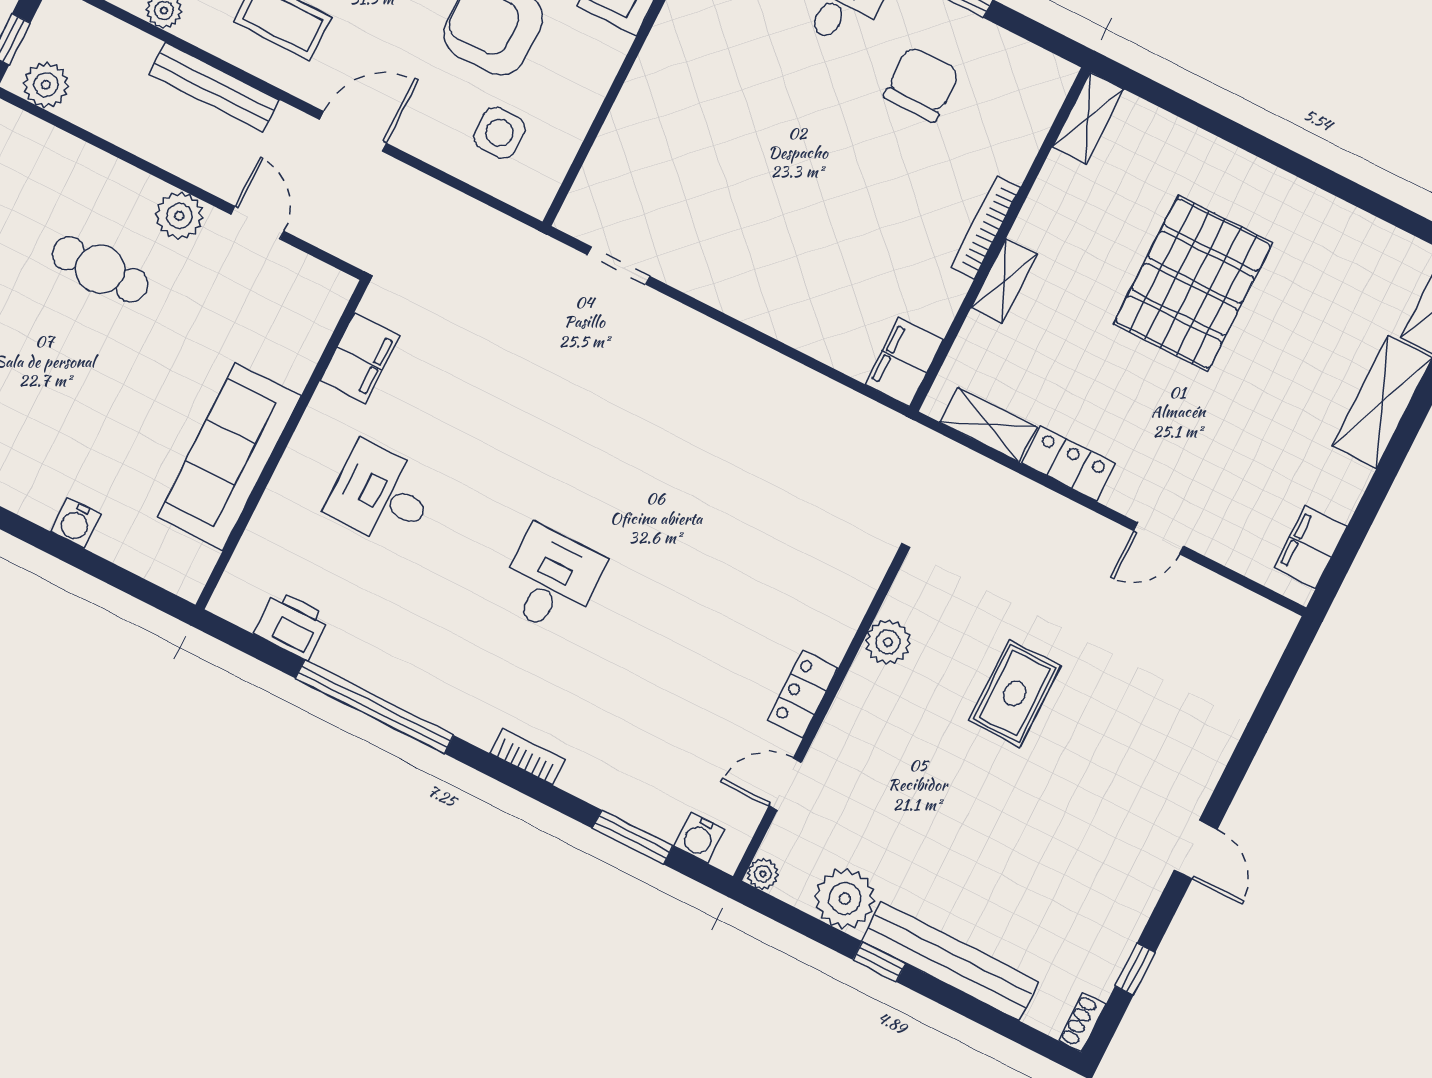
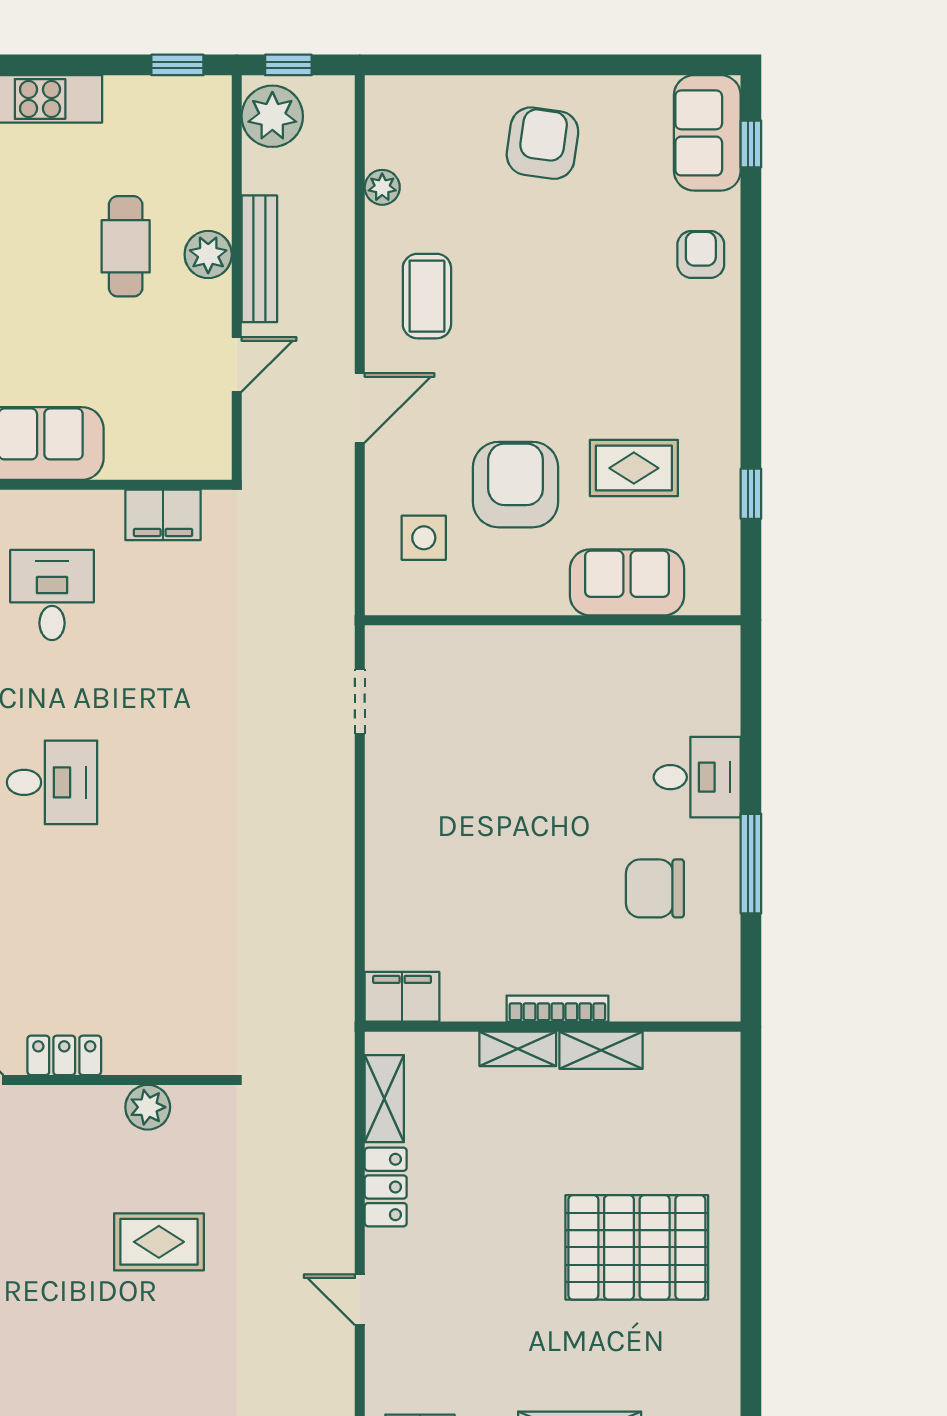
chair: (922, 84) -> (655, 888), turned 180
plant: (46, 85) -> (272, 116), width x1.36, depth x1.36
bench: (214, 87) -> (259, 259), moved
shelving: (1088, 118) -> (601, 1050), moved
door: (353, 131) -> (360, 408), hinge flipped
plant: (179, 216) -> (208, 254), moved
pallet: (1193, 283) -> (637, 1247), moved

